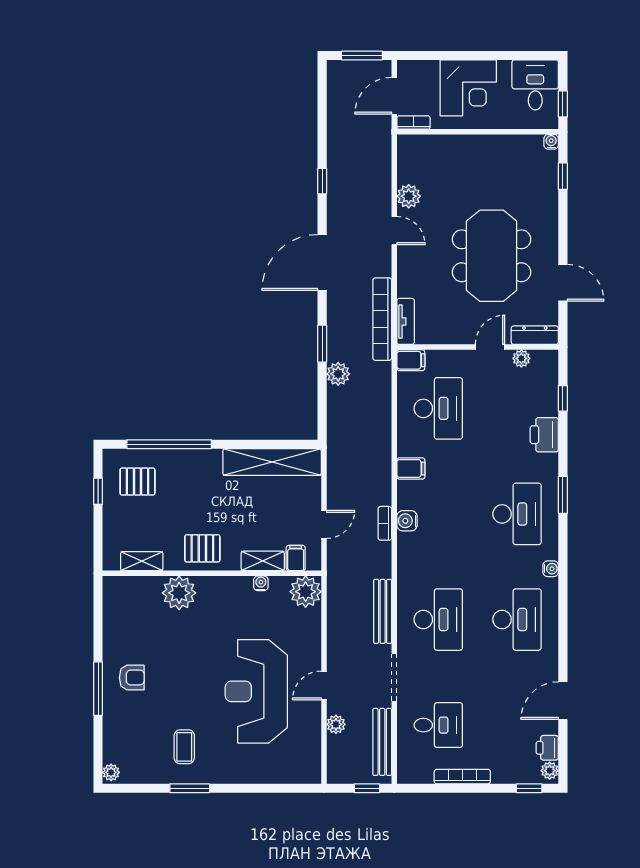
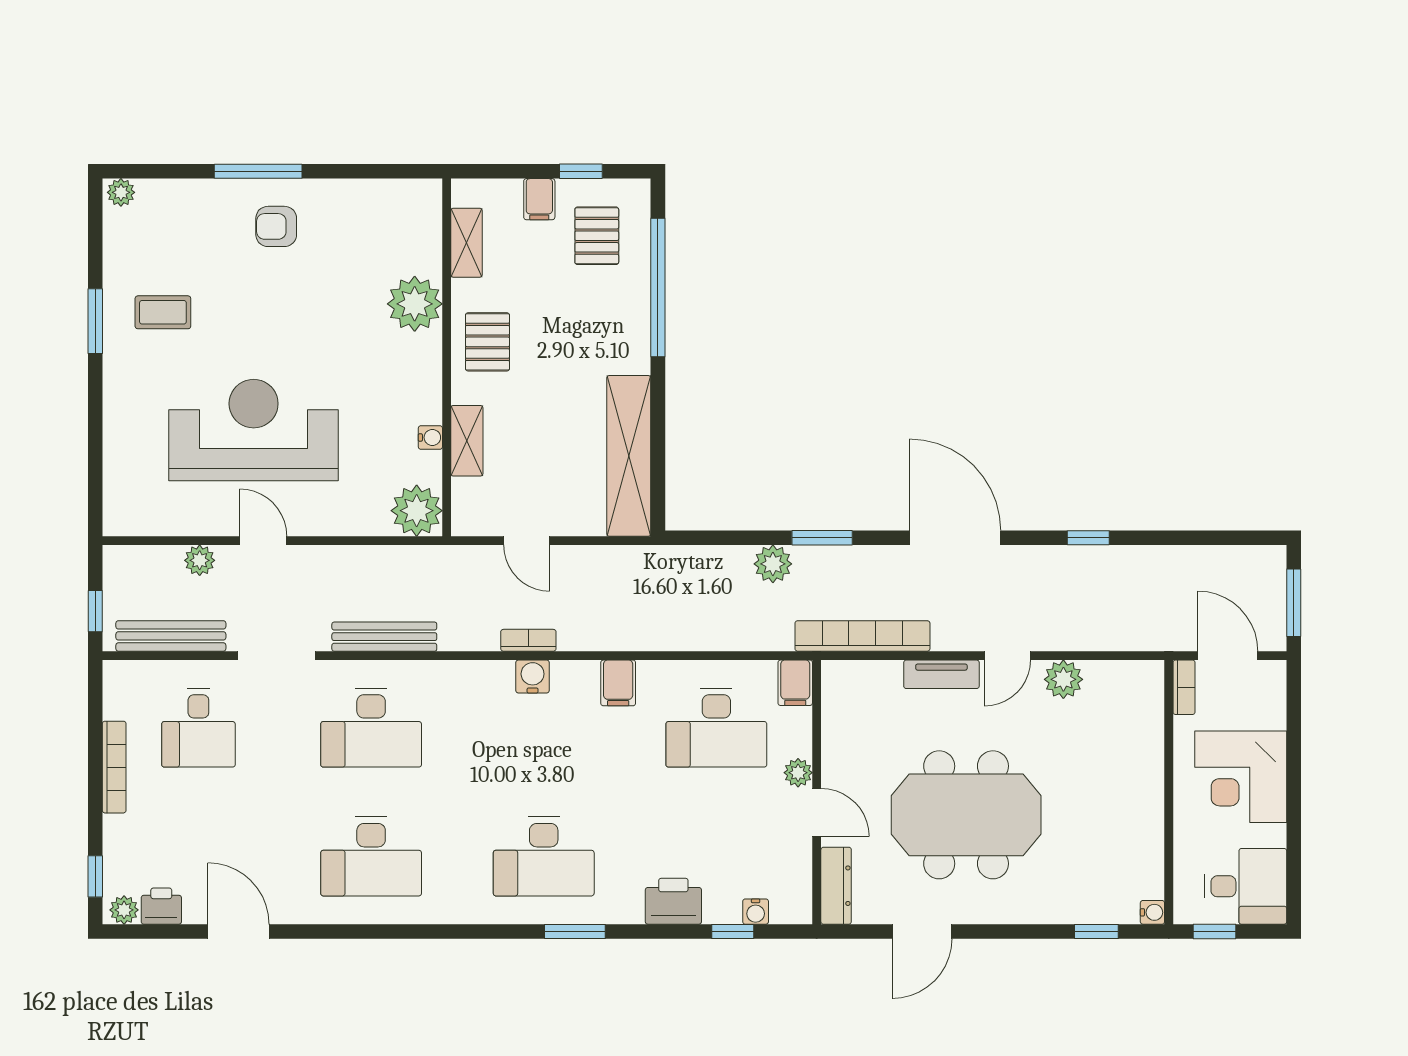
tv unit: (406, 321) -> (941, 674), moved
plant: (521, 358) -> (798, 773), moved
filing cabinet: (296, 558) -> (539, 199), moved, turned 90
water cooler: (551, 569) -> (756, 912), moved
armchair: (132, 678) -> (276, 226), turned 90

